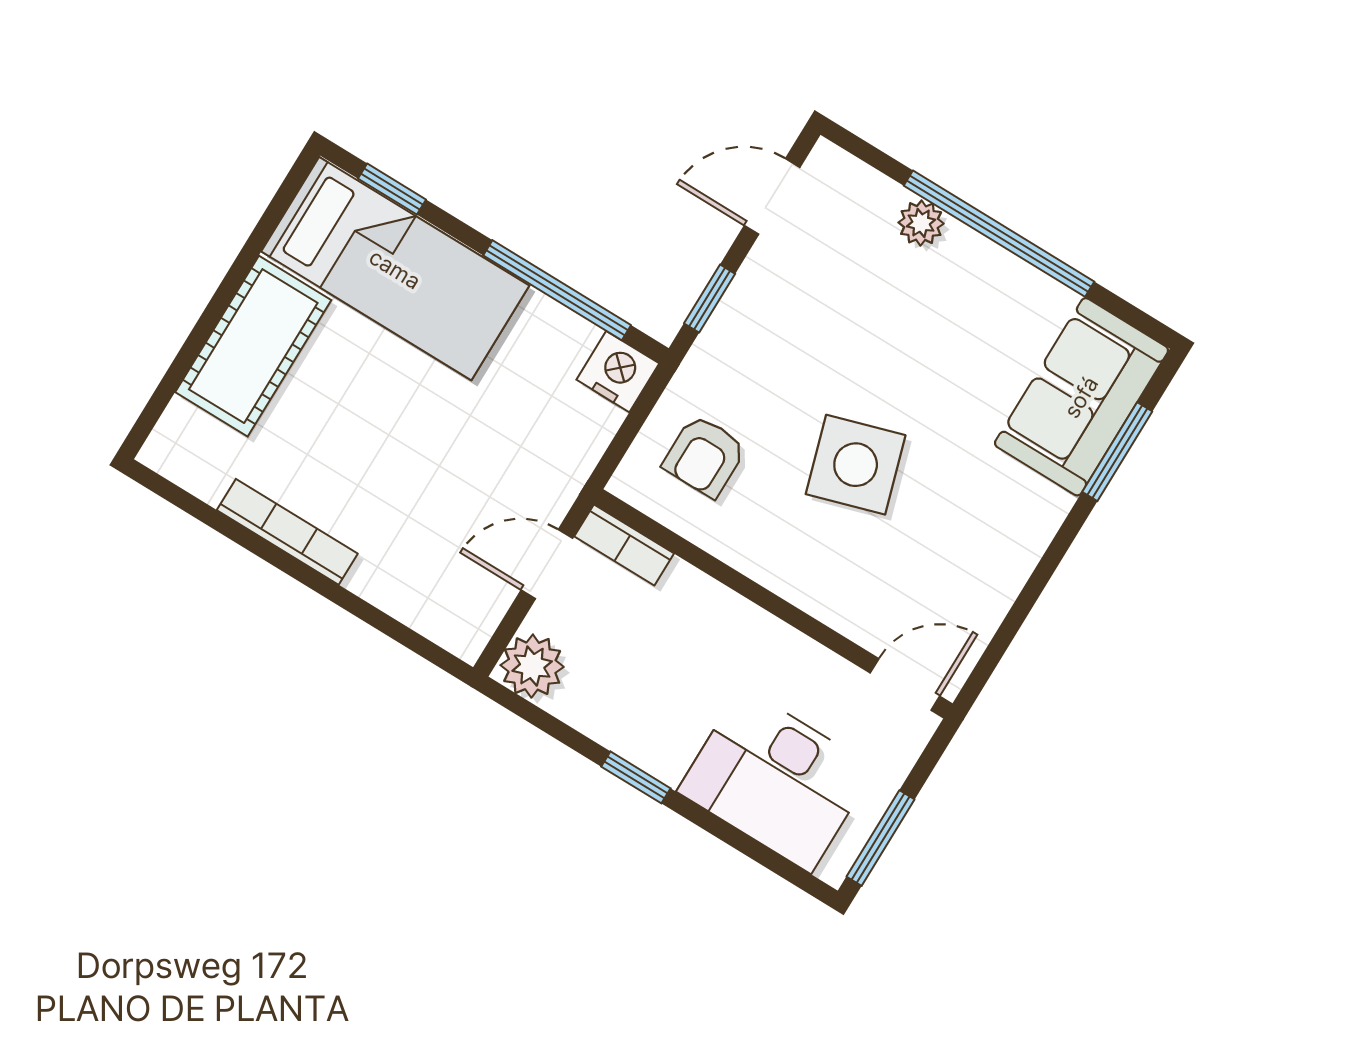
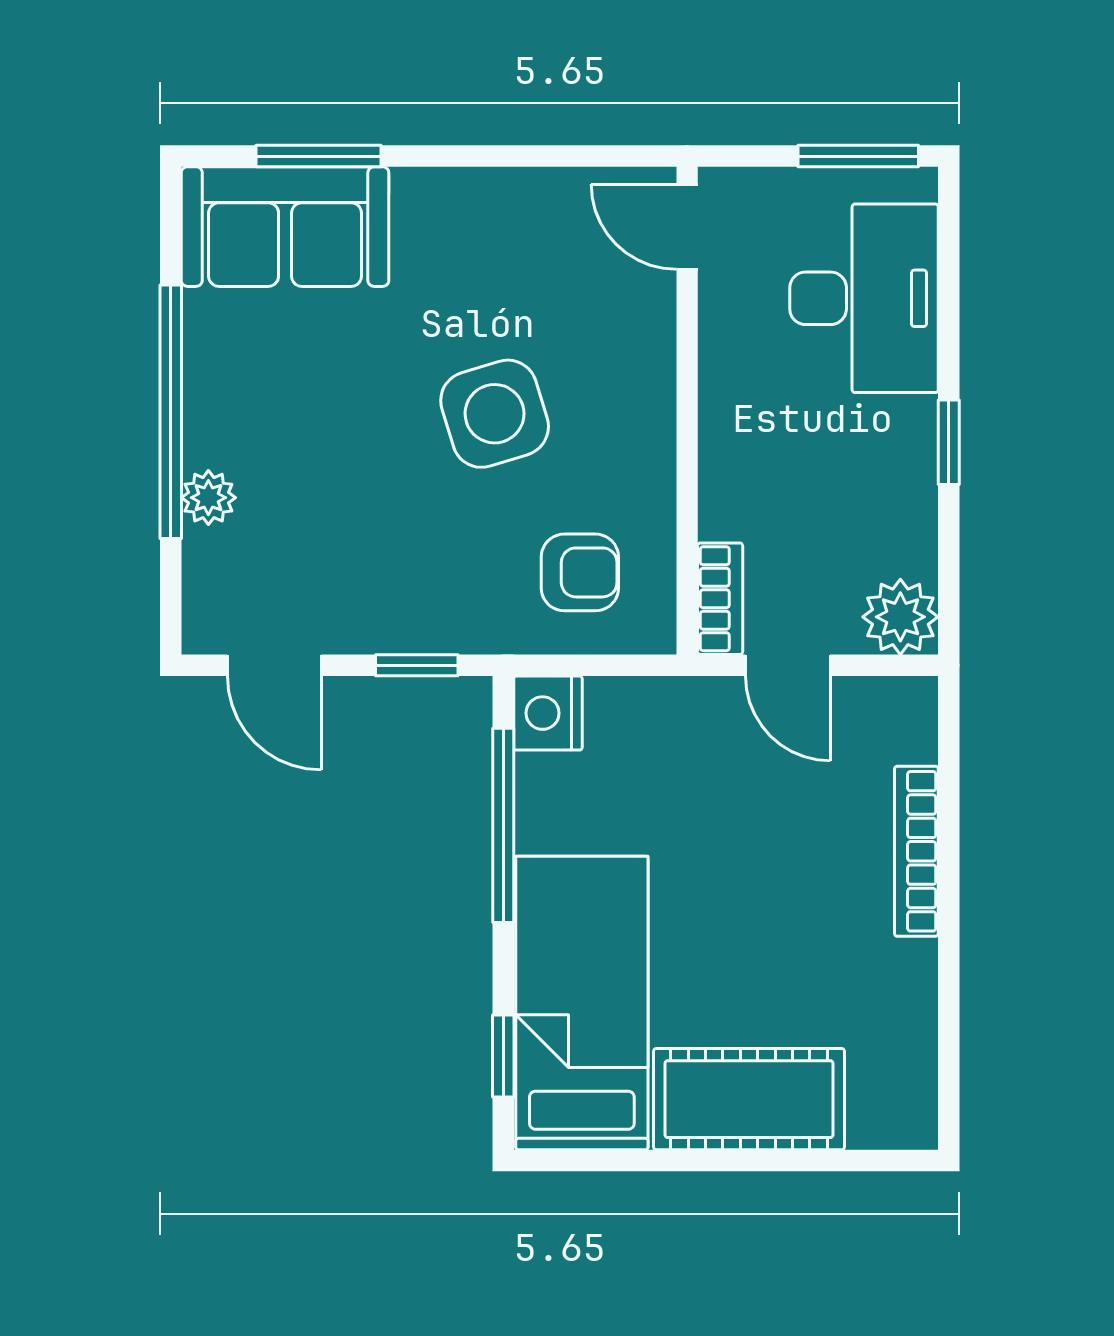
bookcase: (287, 532) -> (916, 851), moved

